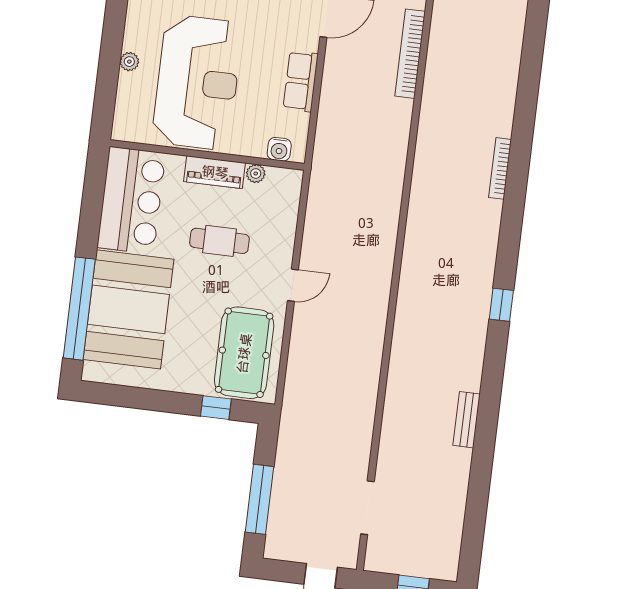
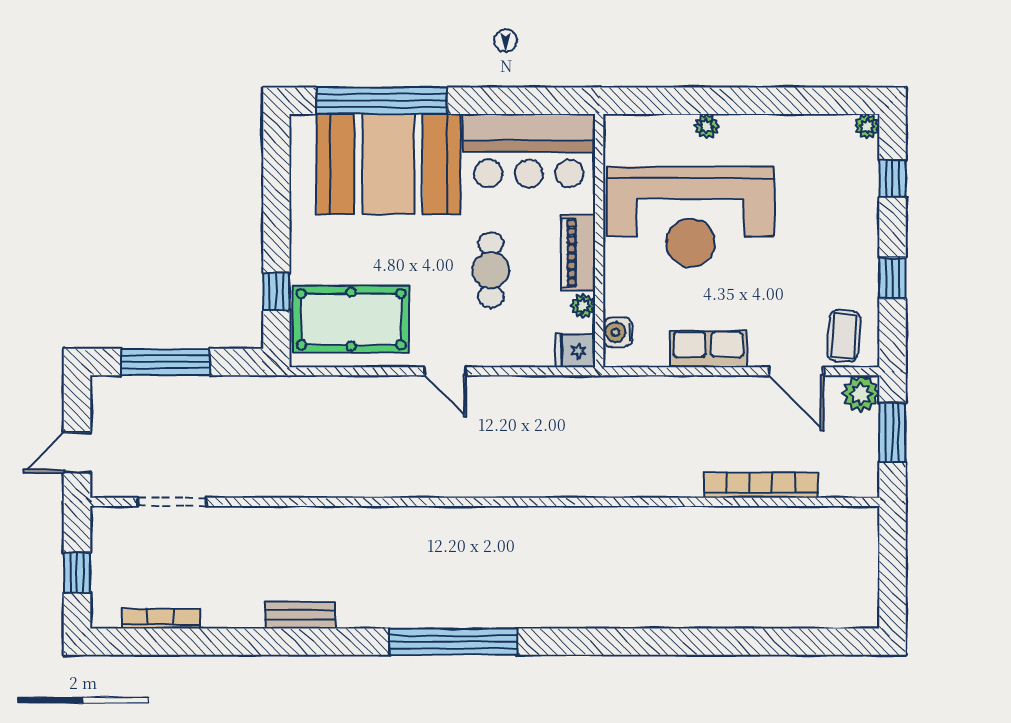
bookcase: (500, 168) -> (161, 619), moved
fridge: (289, 184) -> (575, 351), added
window: (501, 305) -> (453, 642), width x3.17

